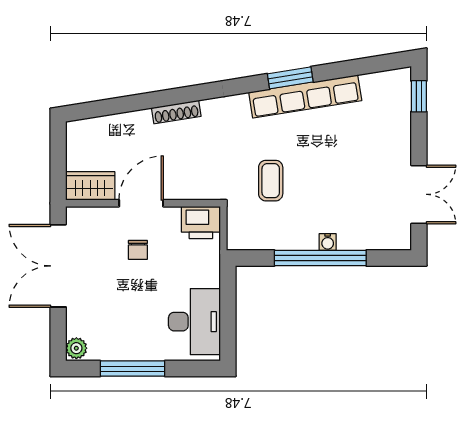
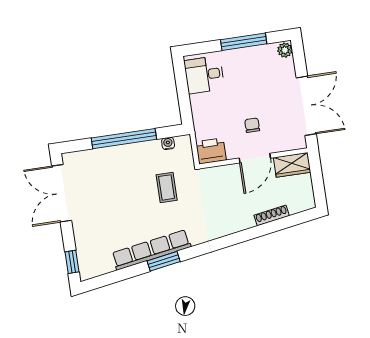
shoe rack: (176, 112) -> (272, 215), moved
double door: (419, 194) -> (62, 193), width x1.37
water cooler: (328, 242) -> (168, 143), moved
desk: (194, 322) -> (204, 75), width x0.73

